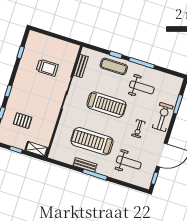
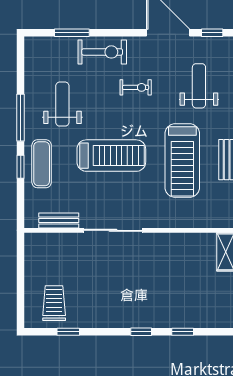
trolley: (47, 68) -> (54, 303), moved
treadmill: (106, 105) -> (111, 156), turned 90
exercise bike: (163, 117) -> (102, 52), turned 180
pallet: (23, 121) -> (184, 291), removed

